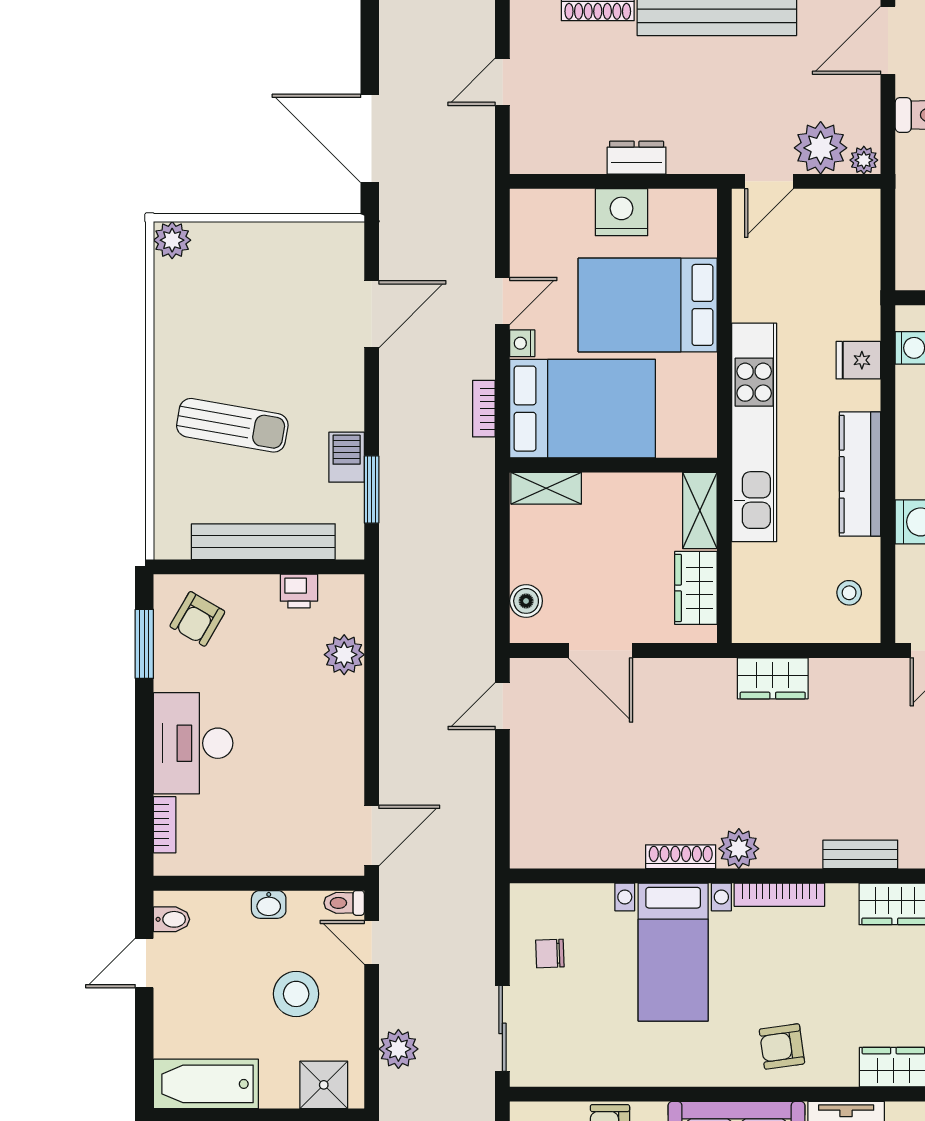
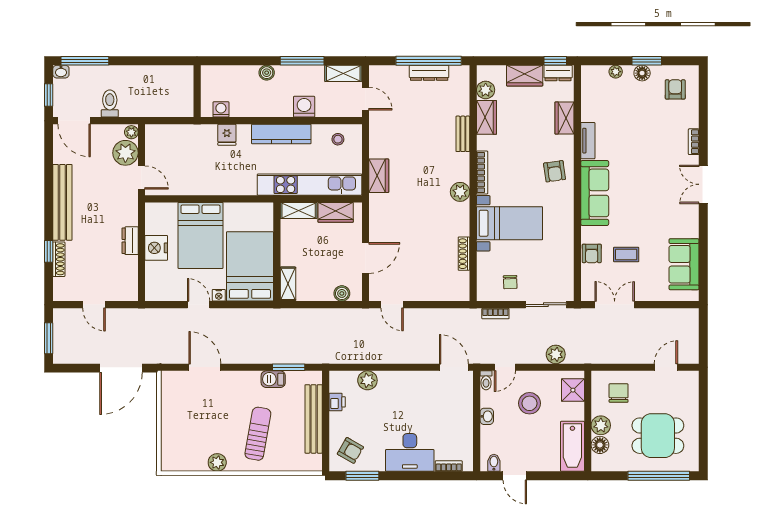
plant: (172, 240) -> (217, 462), moved
bookcase: (484, 409) -> (495, 314), moved
kitchen unit: (754, 432) -> (310, 185), moved
shoe rack: (681, 857) -> (464, 254), moved

